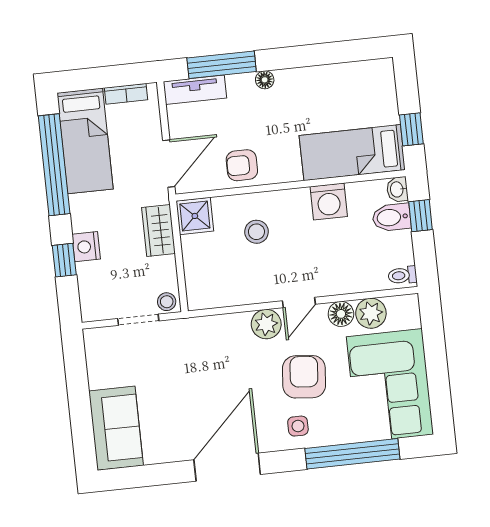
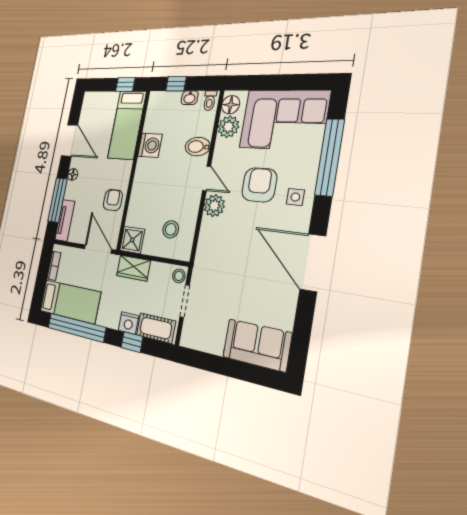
door: (314, 55) -> (69, 140), added
armchair: (242, 165) -> (113, 200), turned 180
washbasin: (397, 189) -> (190, 98), moved
bidet: (391, 217) -> (198, 147), moved, turned 90
stool: (256, 232) -> (171, 229), moved
cot: (93, 289) -> (156, 328), added
floor lamp: (341, 314) -> (231, 105), moved
armchair: (304, 377) -> (259, 185), turned 85

